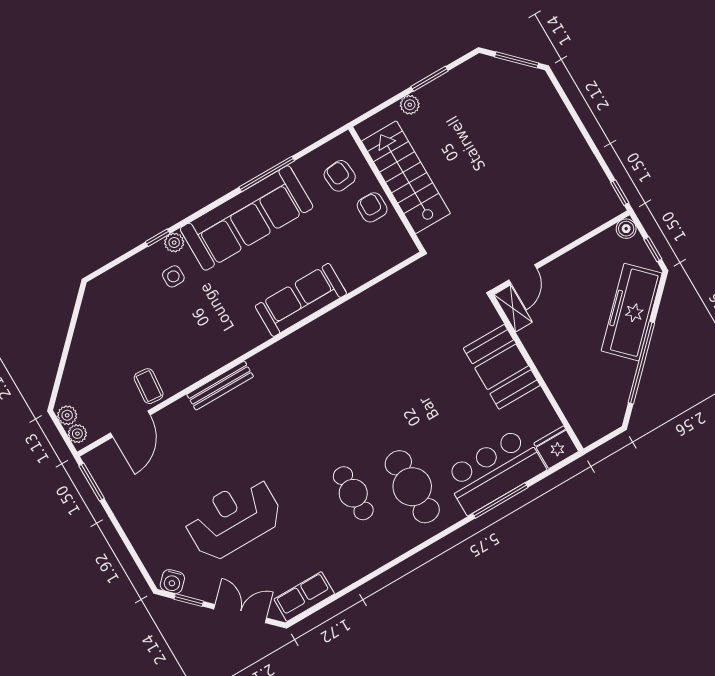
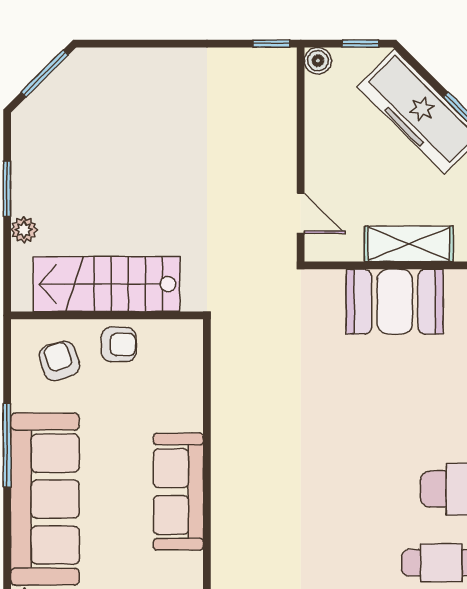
armchair: (340, 176) -> (59, 361), turned 78
armchair: (372, 207) -> (119, 344), turned 180
shelving: (513, 308) -> (409, 244), moved, width x1.50, depth x1.33

